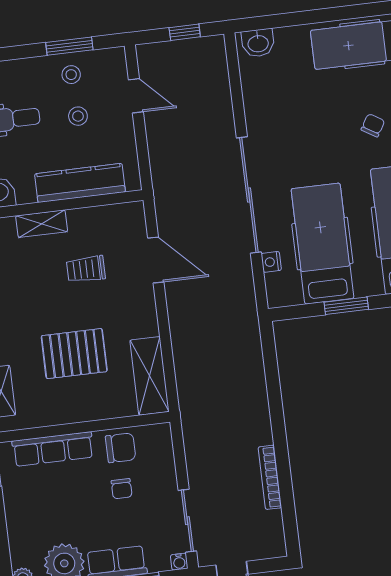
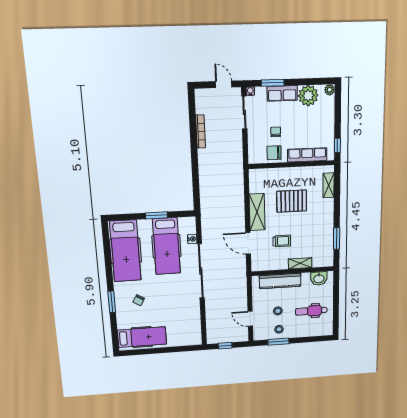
washbasin: (258, 43) -> (191, 340), removed
shelving: (149, 376) -> (257, 212), moved

